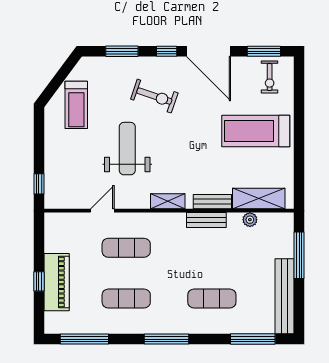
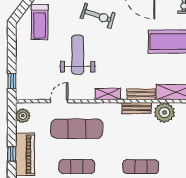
plant: (250, 220) -> (164, 112), width x1.88, depth x1.88
plant: (54, 230) -> (23, 116), added
exercise mat: (126, 248) -> (77, 129), width x1.36, depth x1.45

